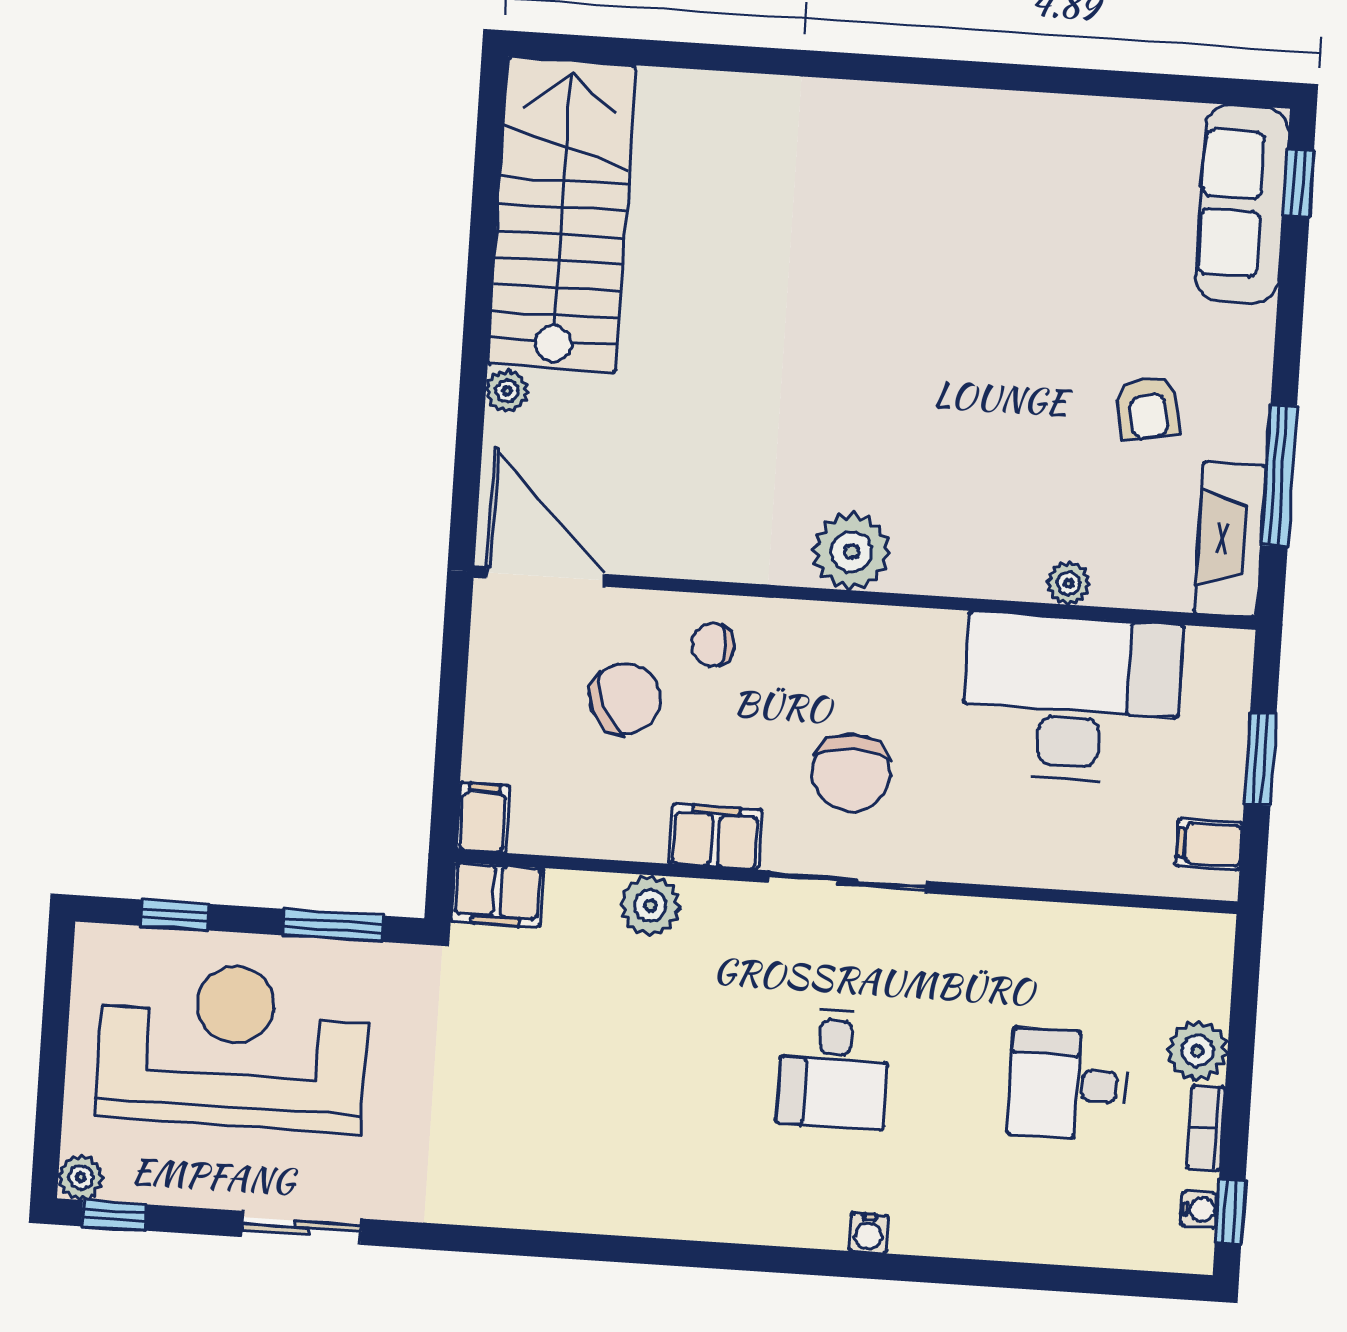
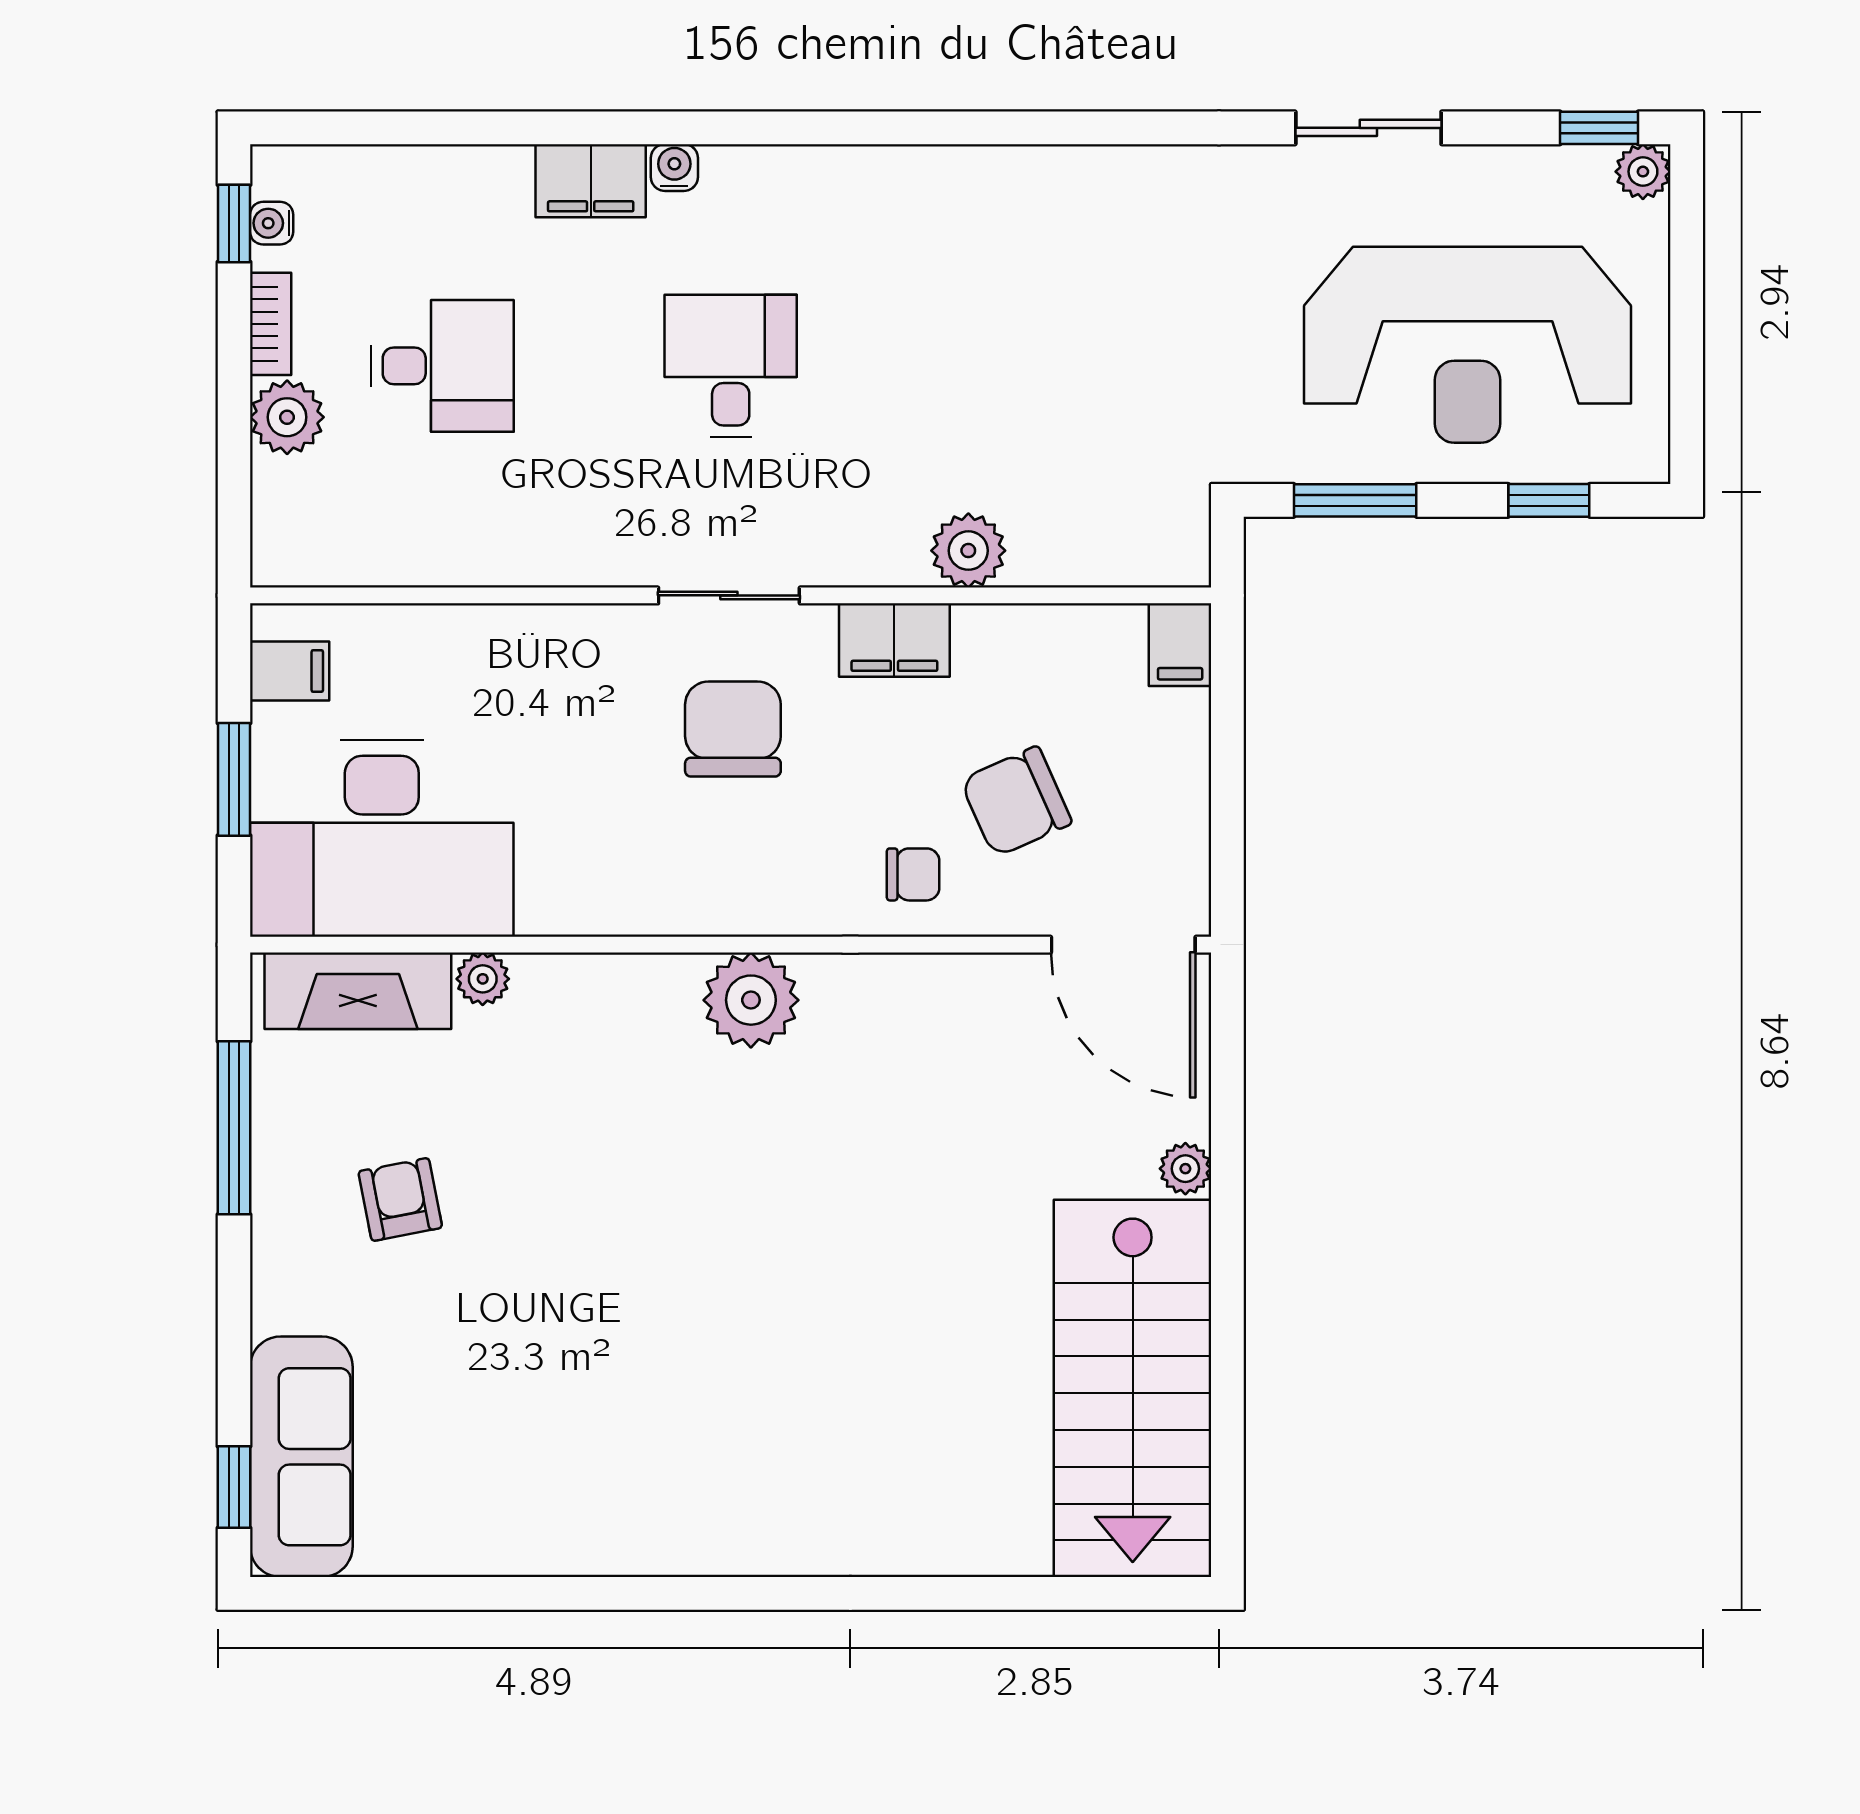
fireplace: (1230, 539) -> (358, 991), moved, turned 90
desk: (1071, 698) -> (382, 838), moved
sliding door: (847, 882) -> (729, 595), width x0.73
filing cabinet: (497, 895) -> (591, 181), moved, turned 180

